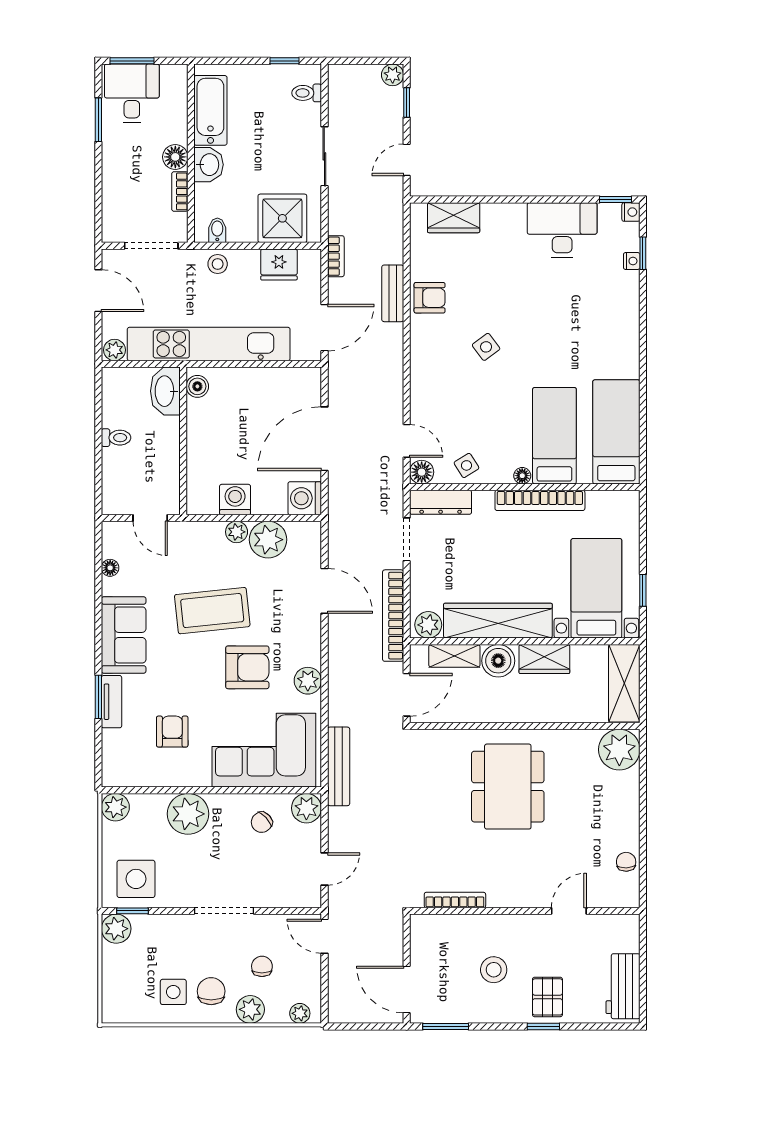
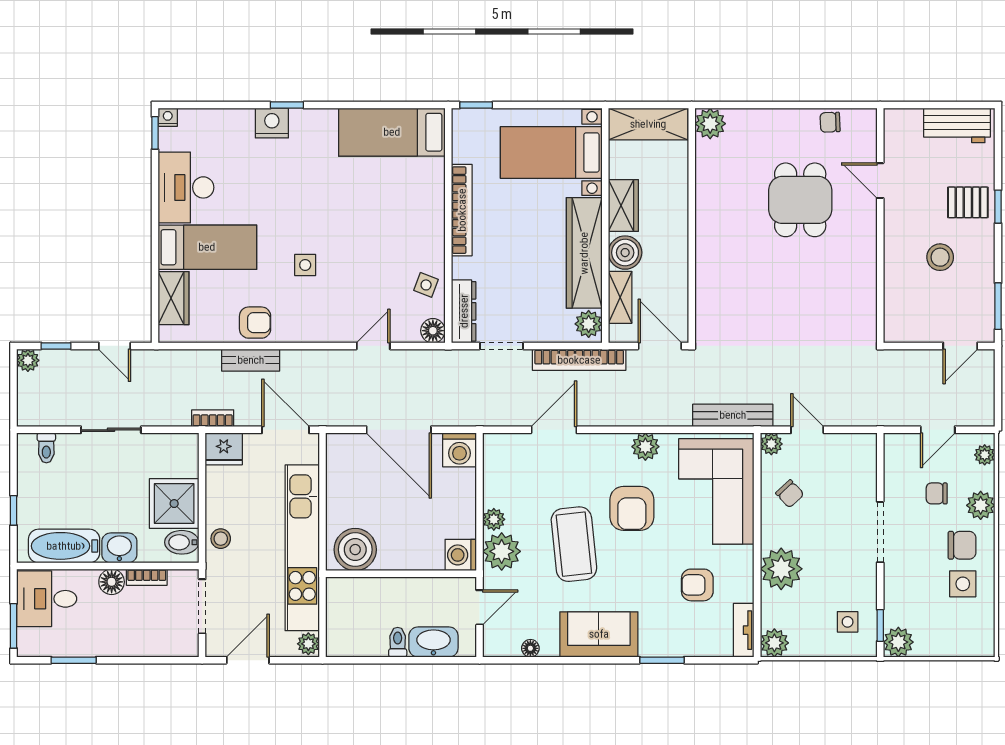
window: (285, 61) -> (14, 510), moved
desk: (132, 93) -> (47, 599), moved
shower: (282, 218) -> (174, 504), moved
bidet: (217, 230) -> (182, 542), width x1.38, depth x1.36
window: (643, 253) -> (287, 105), moved
nightstand: (632, 261) -> (272, 123), moved, width x1.89, depth x1.79
fridge: (279, 264) -> (224, 449), moved, turned 90
armchair: (430, 298) -> (255, 323), turned 90
side table: (486, 347) -> (305, 265), turned 37
boiler: (197, 386) -> (355, 550), width x1.86, depth x1.86
washbasin: (165, 391) -> (433, 642), moved, turned 180
bed: (554, 436) -> (207, 247), moved, turned 180
door: (407, 441) -> (373, 346), moved
side table: (466, 465) -> (426, 285), turned -37
floor lamp: (522, 476) -> (437, 228), removed
washing machine: (235, 500) -> (461, 555), moved
plant: (268, 540) -> (502, 551), moved
window: (643, 590) -> (476, 105), moved
armchair: (247, 667) -> (632, 508), turned 180
tv unit: (112, 702) -> (744, 630), moved, turned -90
plant: (619, 750) -> (710, 124), width x0.73, depth x0.73
dining table: (508, 787) -> (800, 200), moved, width x0.73
plant: (306, 808) -> (771, 444), width x0.73, depth x0.73
door: (324, 869) -> (807, 430), moved
side table: (136, 879) -> (848, 622), width x0.54, depth x0.54
bookcase: (455, 900) -> (869, 297), removed
door: (324, 936) -> (938, 430), moved
door: (407, 989) -> (960, 346), width x0.73
chair: (211, 991) -> (962, 545), turned 180

